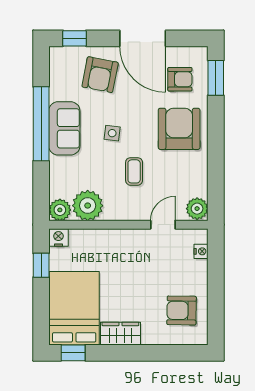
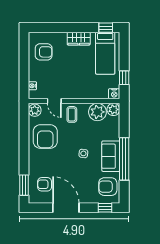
armchair: (100, 75) -> (108, 187), moved, turned -101
armchair: (179, 129) -> (45, 136), moved
coffee table: (134, 171) -> (72, 114), moved
door: (163, 225) -> (54, 101), hinge flipped
bed: (74, 308) -> (105, 53), width x0.67

